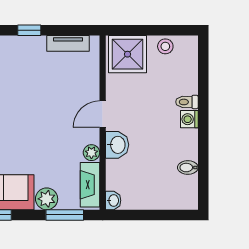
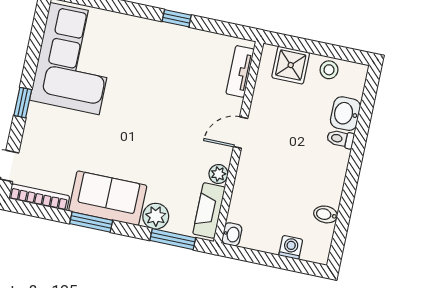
tv unit: (68, 43) -> (240, 71), moved, turned 90
shower: (128, 54) -> (291, 65), width x0.73, depth x0.73
washing machine: (189, 119) -> (291, 247), moved, turned 90
washbasin: (117, 145) -> (345, 114), moved, turned 180

